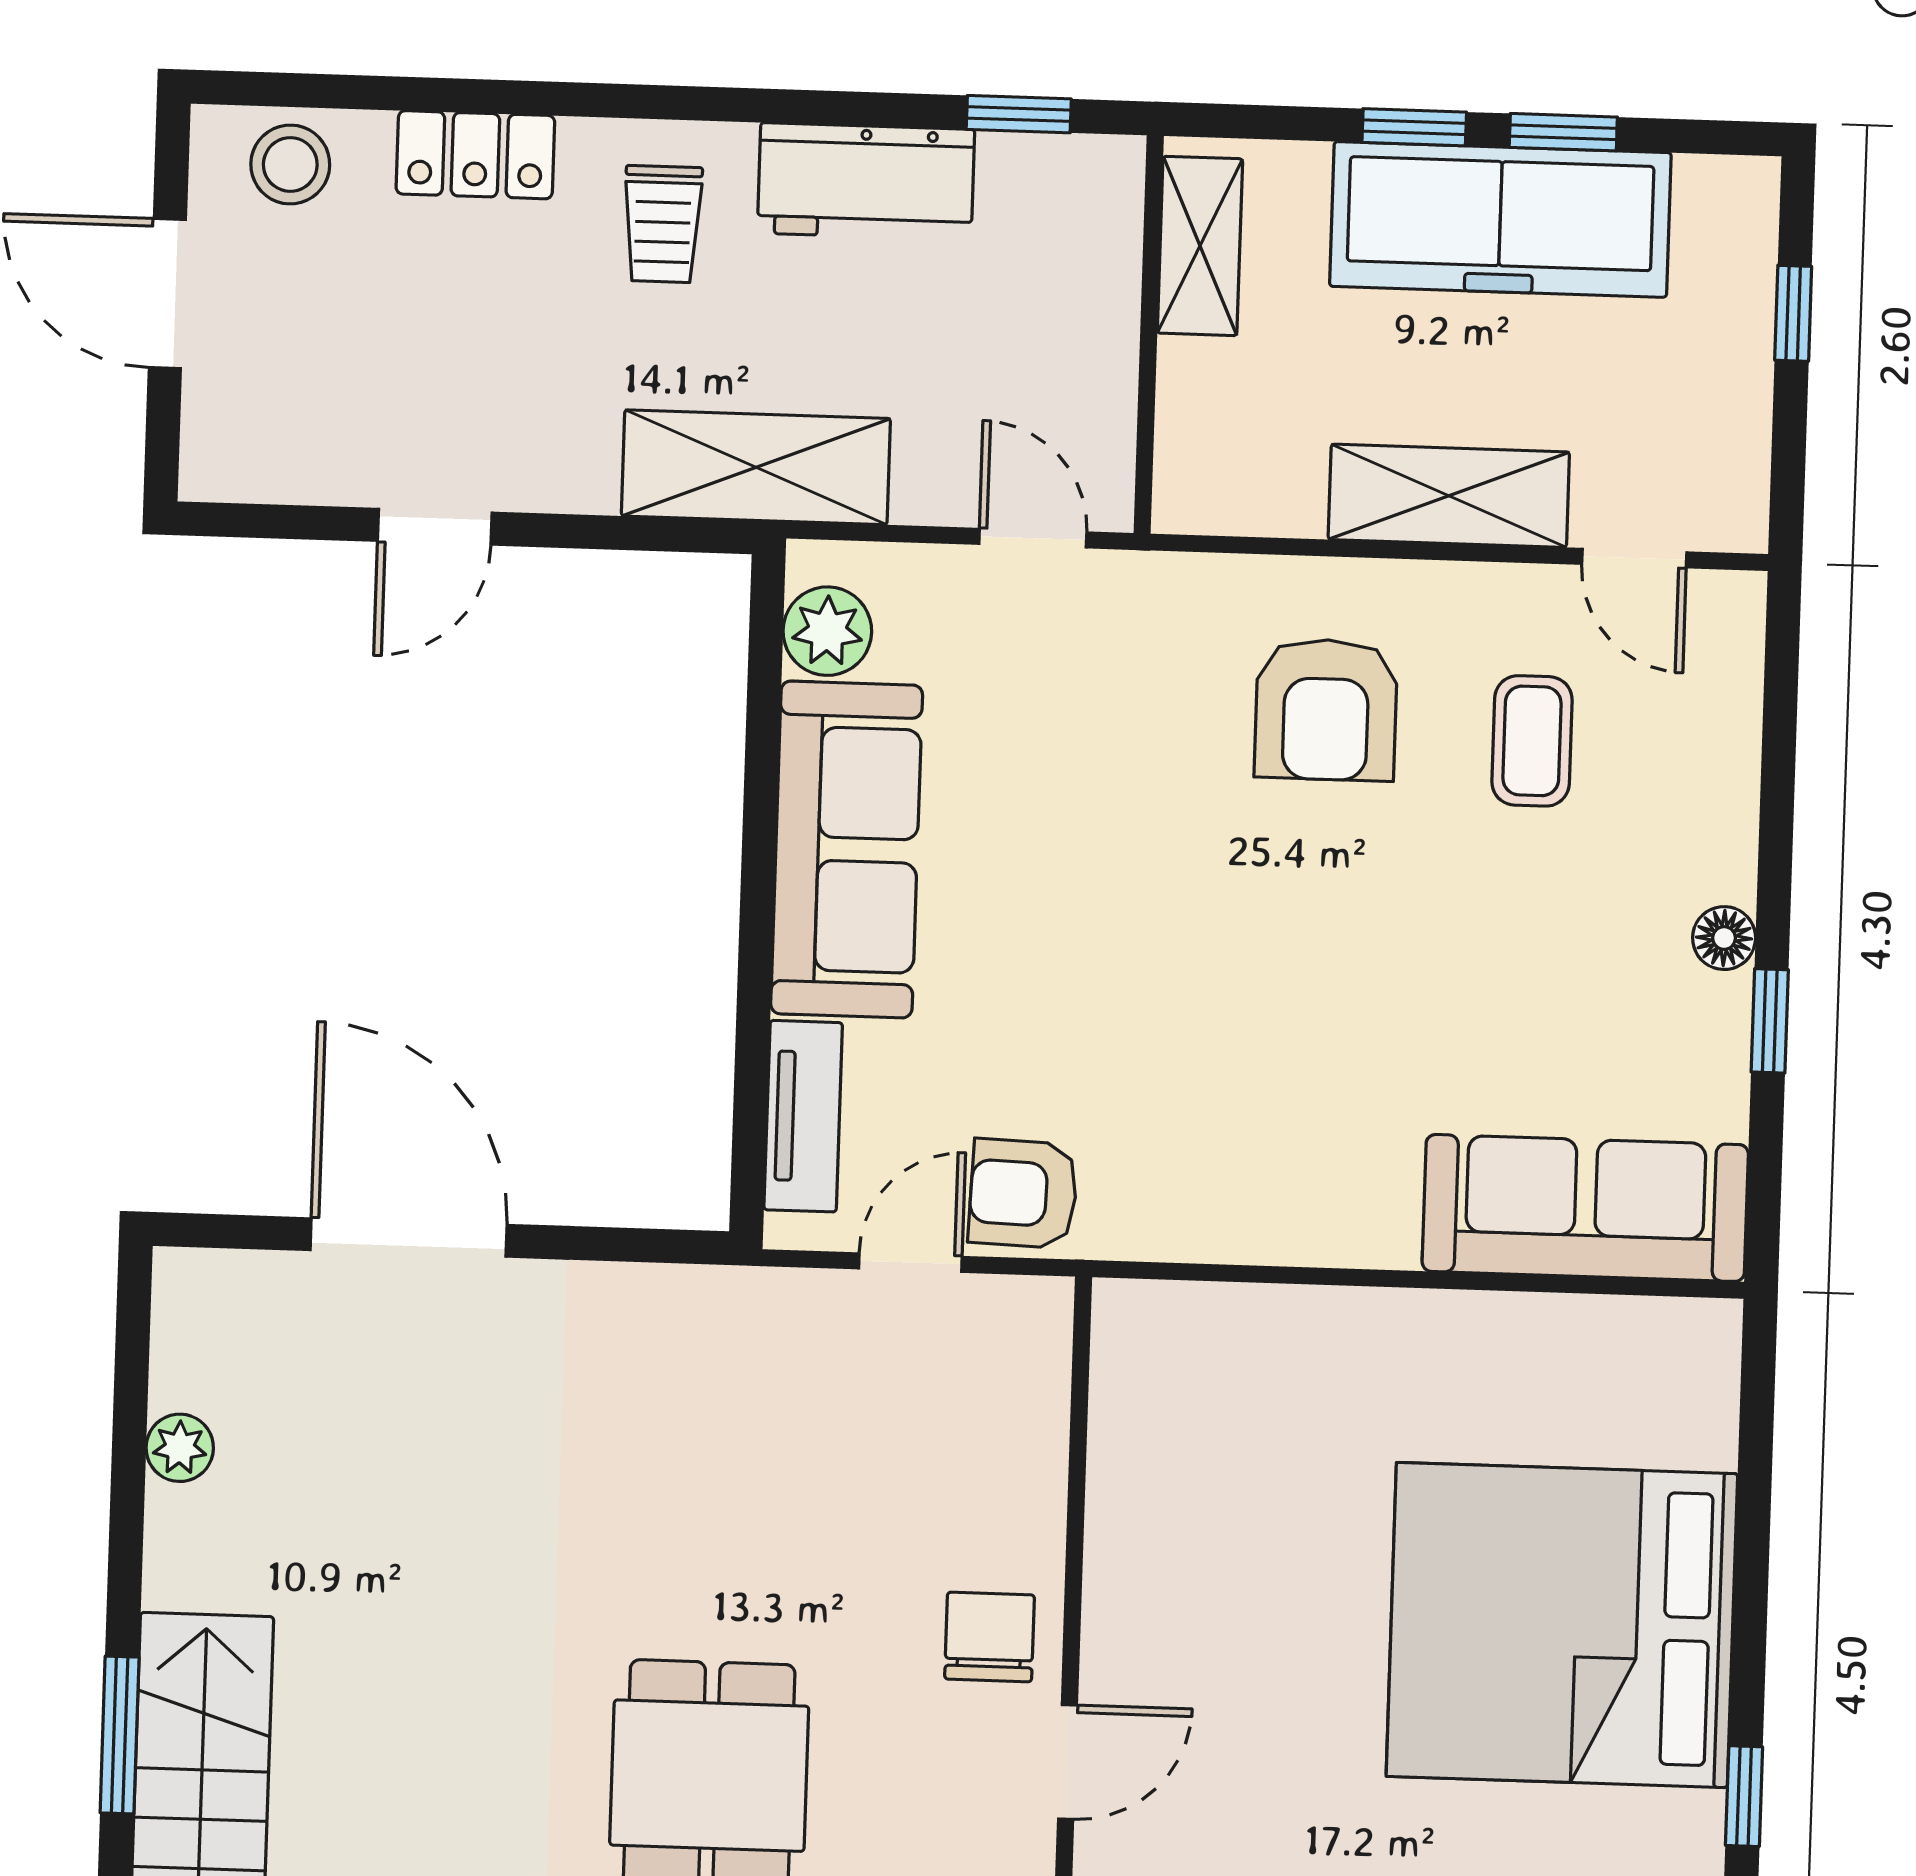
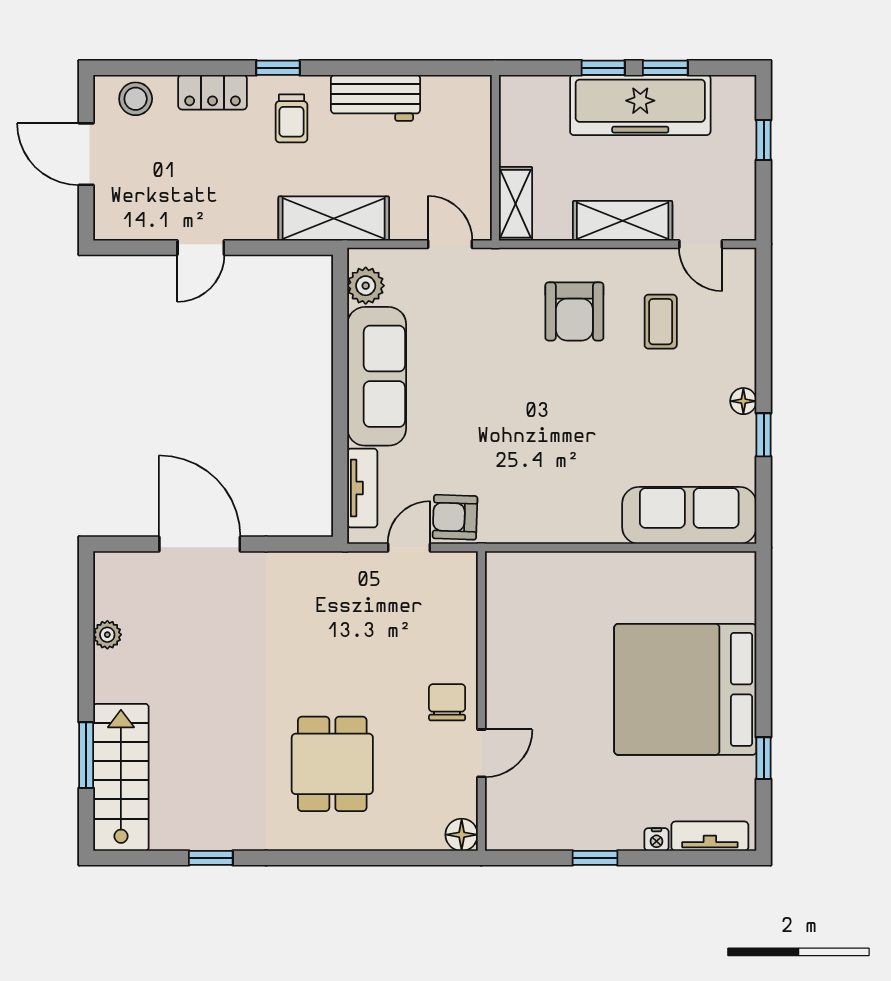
window: (1019, 114) -> (278, 68), moved
shelving: (1200, 246) -> (516, 204), moved

